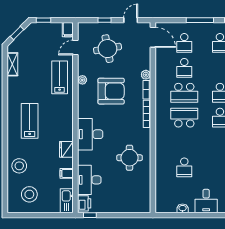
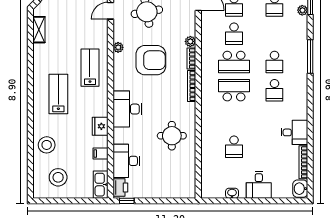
lab bench: (60, 77) -> (90, 68), moved

